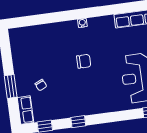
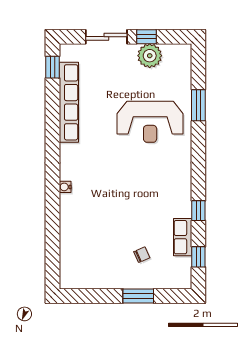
chair: (84, 61) -> (117, 192), removed
row of seats: (25, 110) -> (183, 237), moved, turned -90

